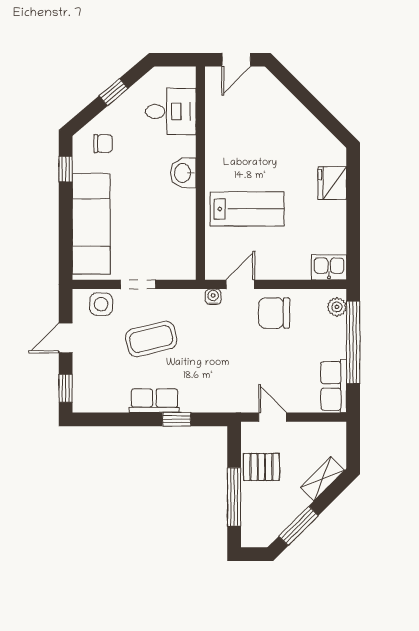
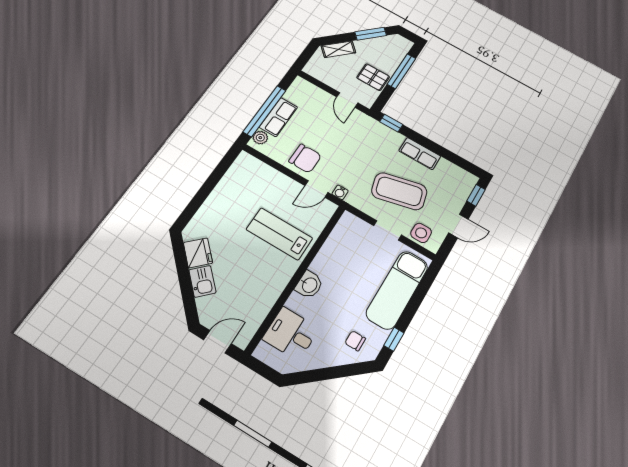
window: (114, 92) -> (325, 374), removed
fridge: (332, 183) -> (198, 253), moved, turned -45
kitchen sink: (329, 267) -> (202, 281), moved, turned -135
coffee table: (151, 339) -> (399, 191), width x1.36, depth x1.32
row of seats: (334, 386) -> (278, 117), moved
window: (177, 419) -> (391, 123), moved

